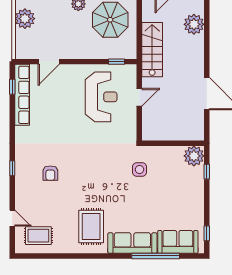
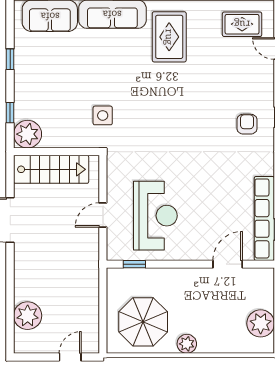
stairs: (152, 50) -> (51, 169), moved, turned -90
reception desk: (101, 97) -> (155, 216), turned 180
armchair: (50, 173) -> (247, 124), moved
window: (207, 233) -> (10, 59), moved

